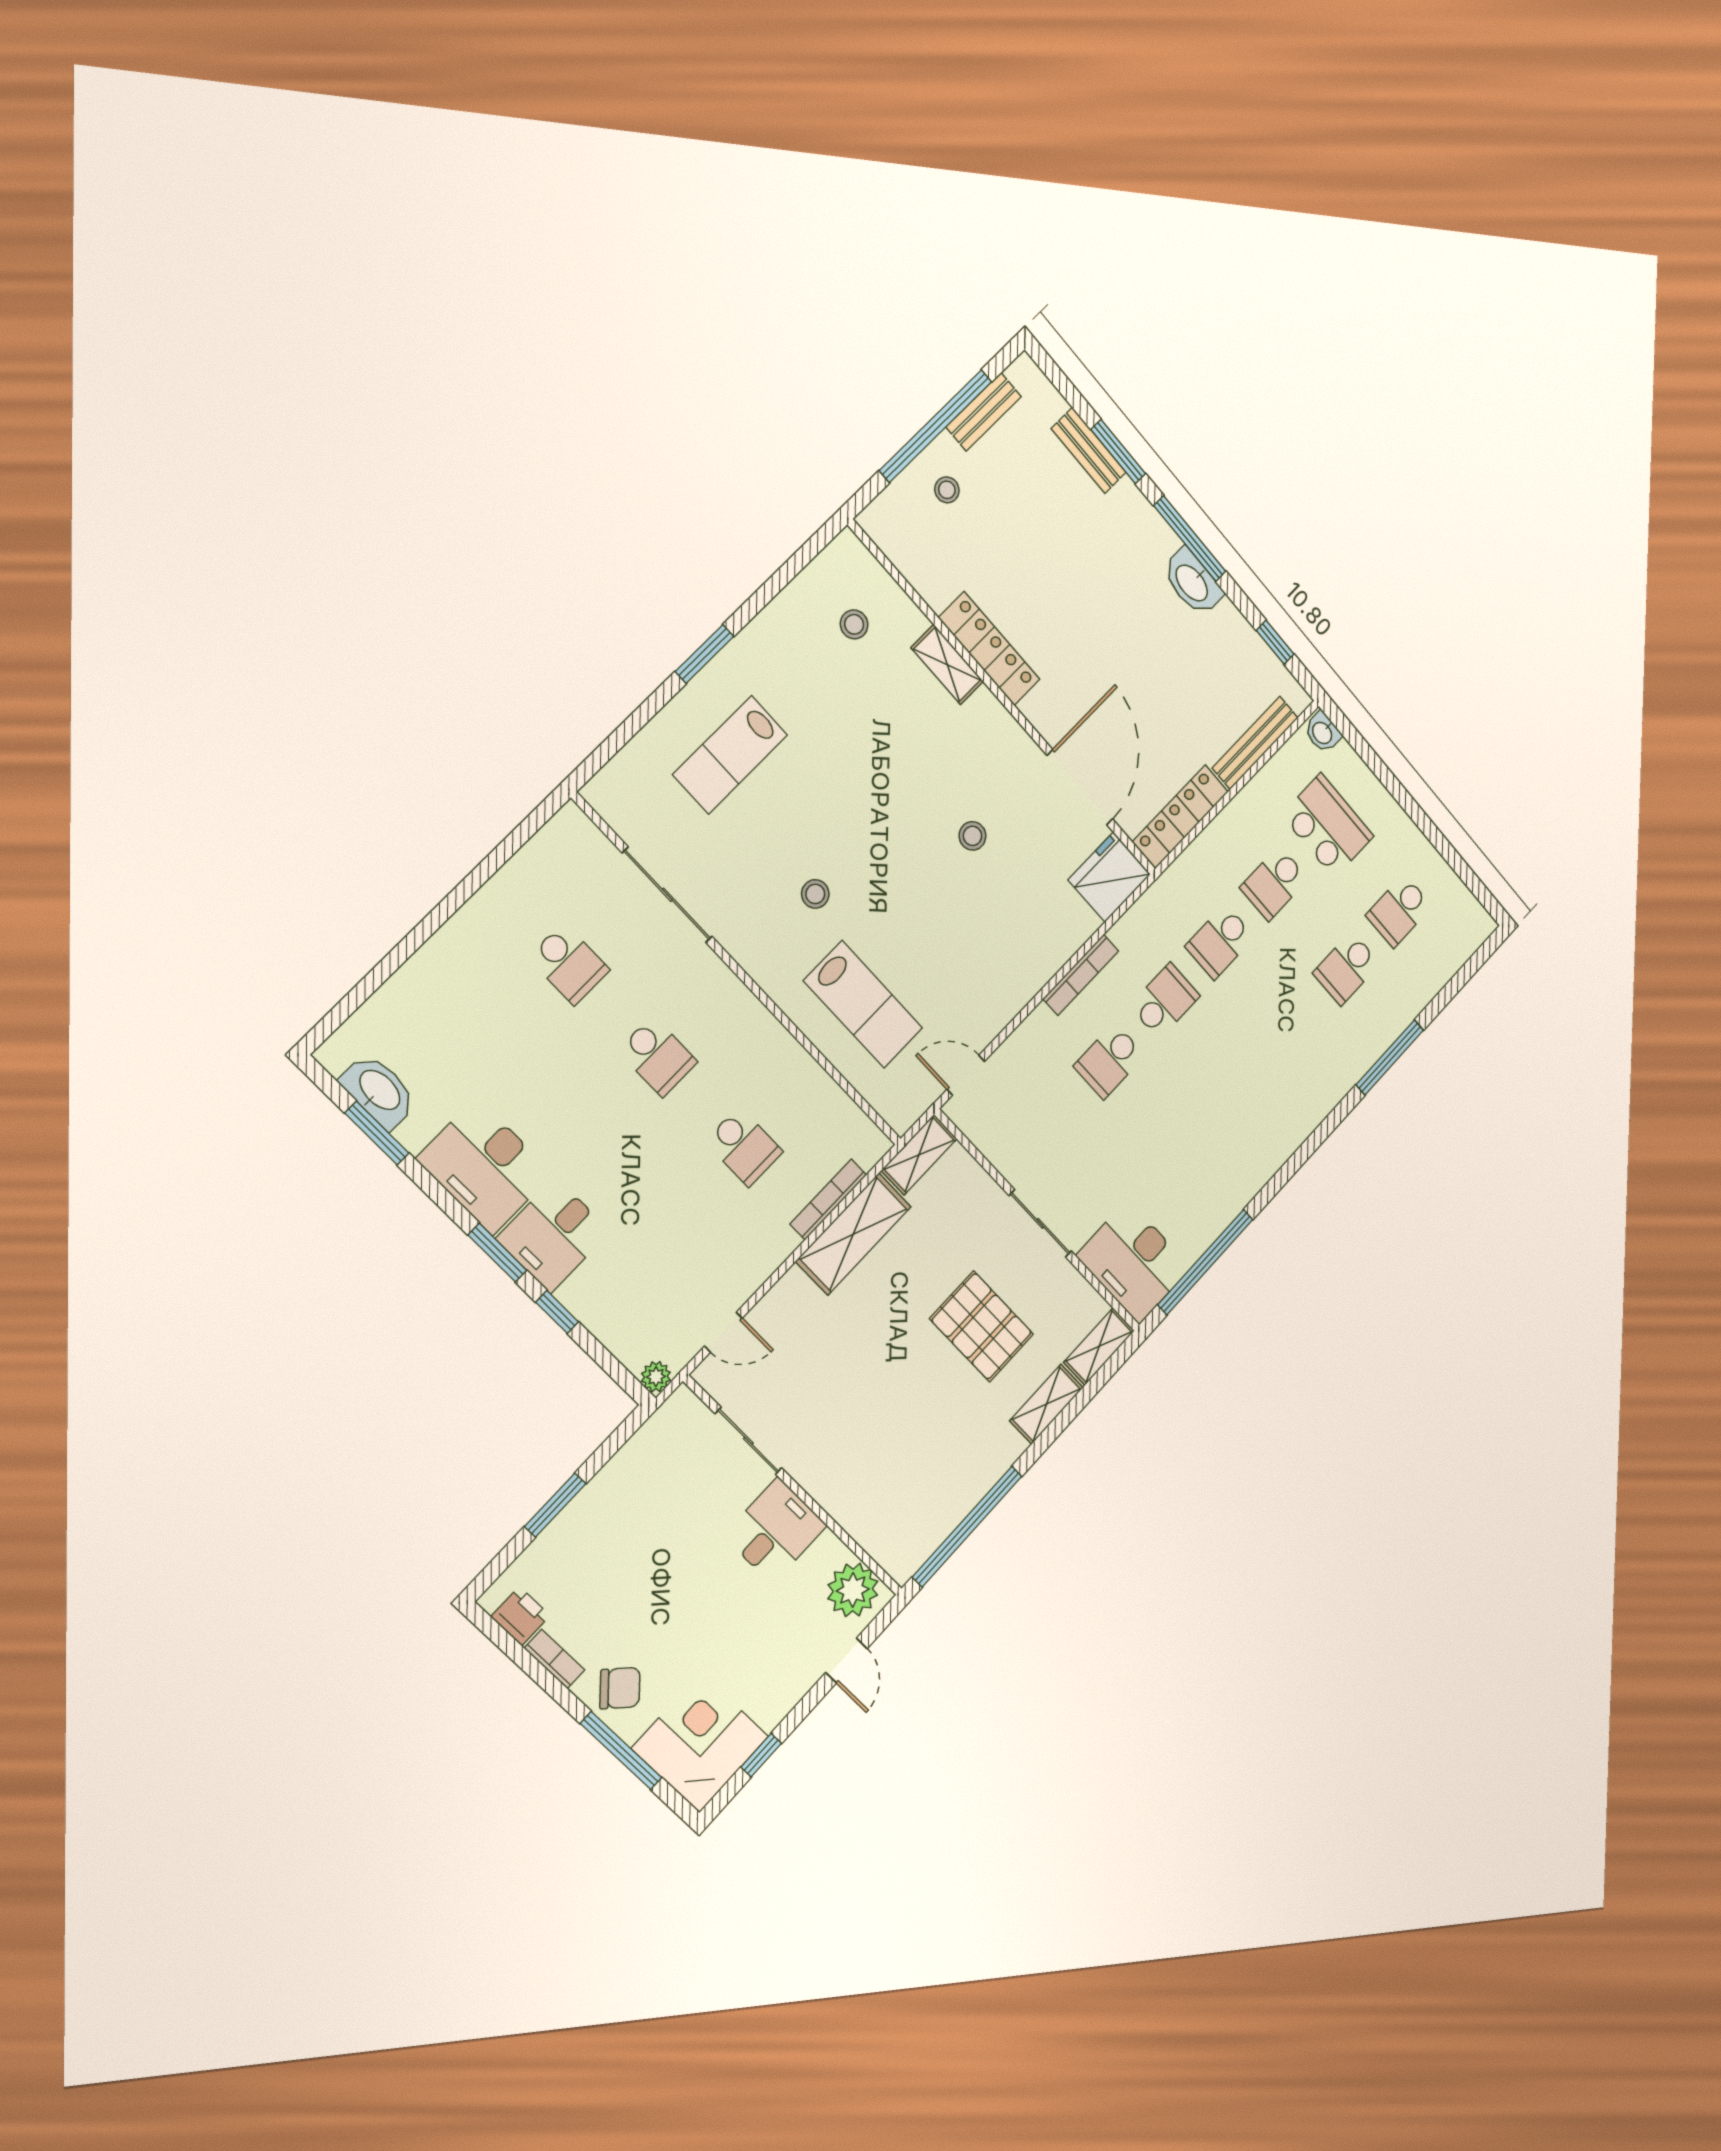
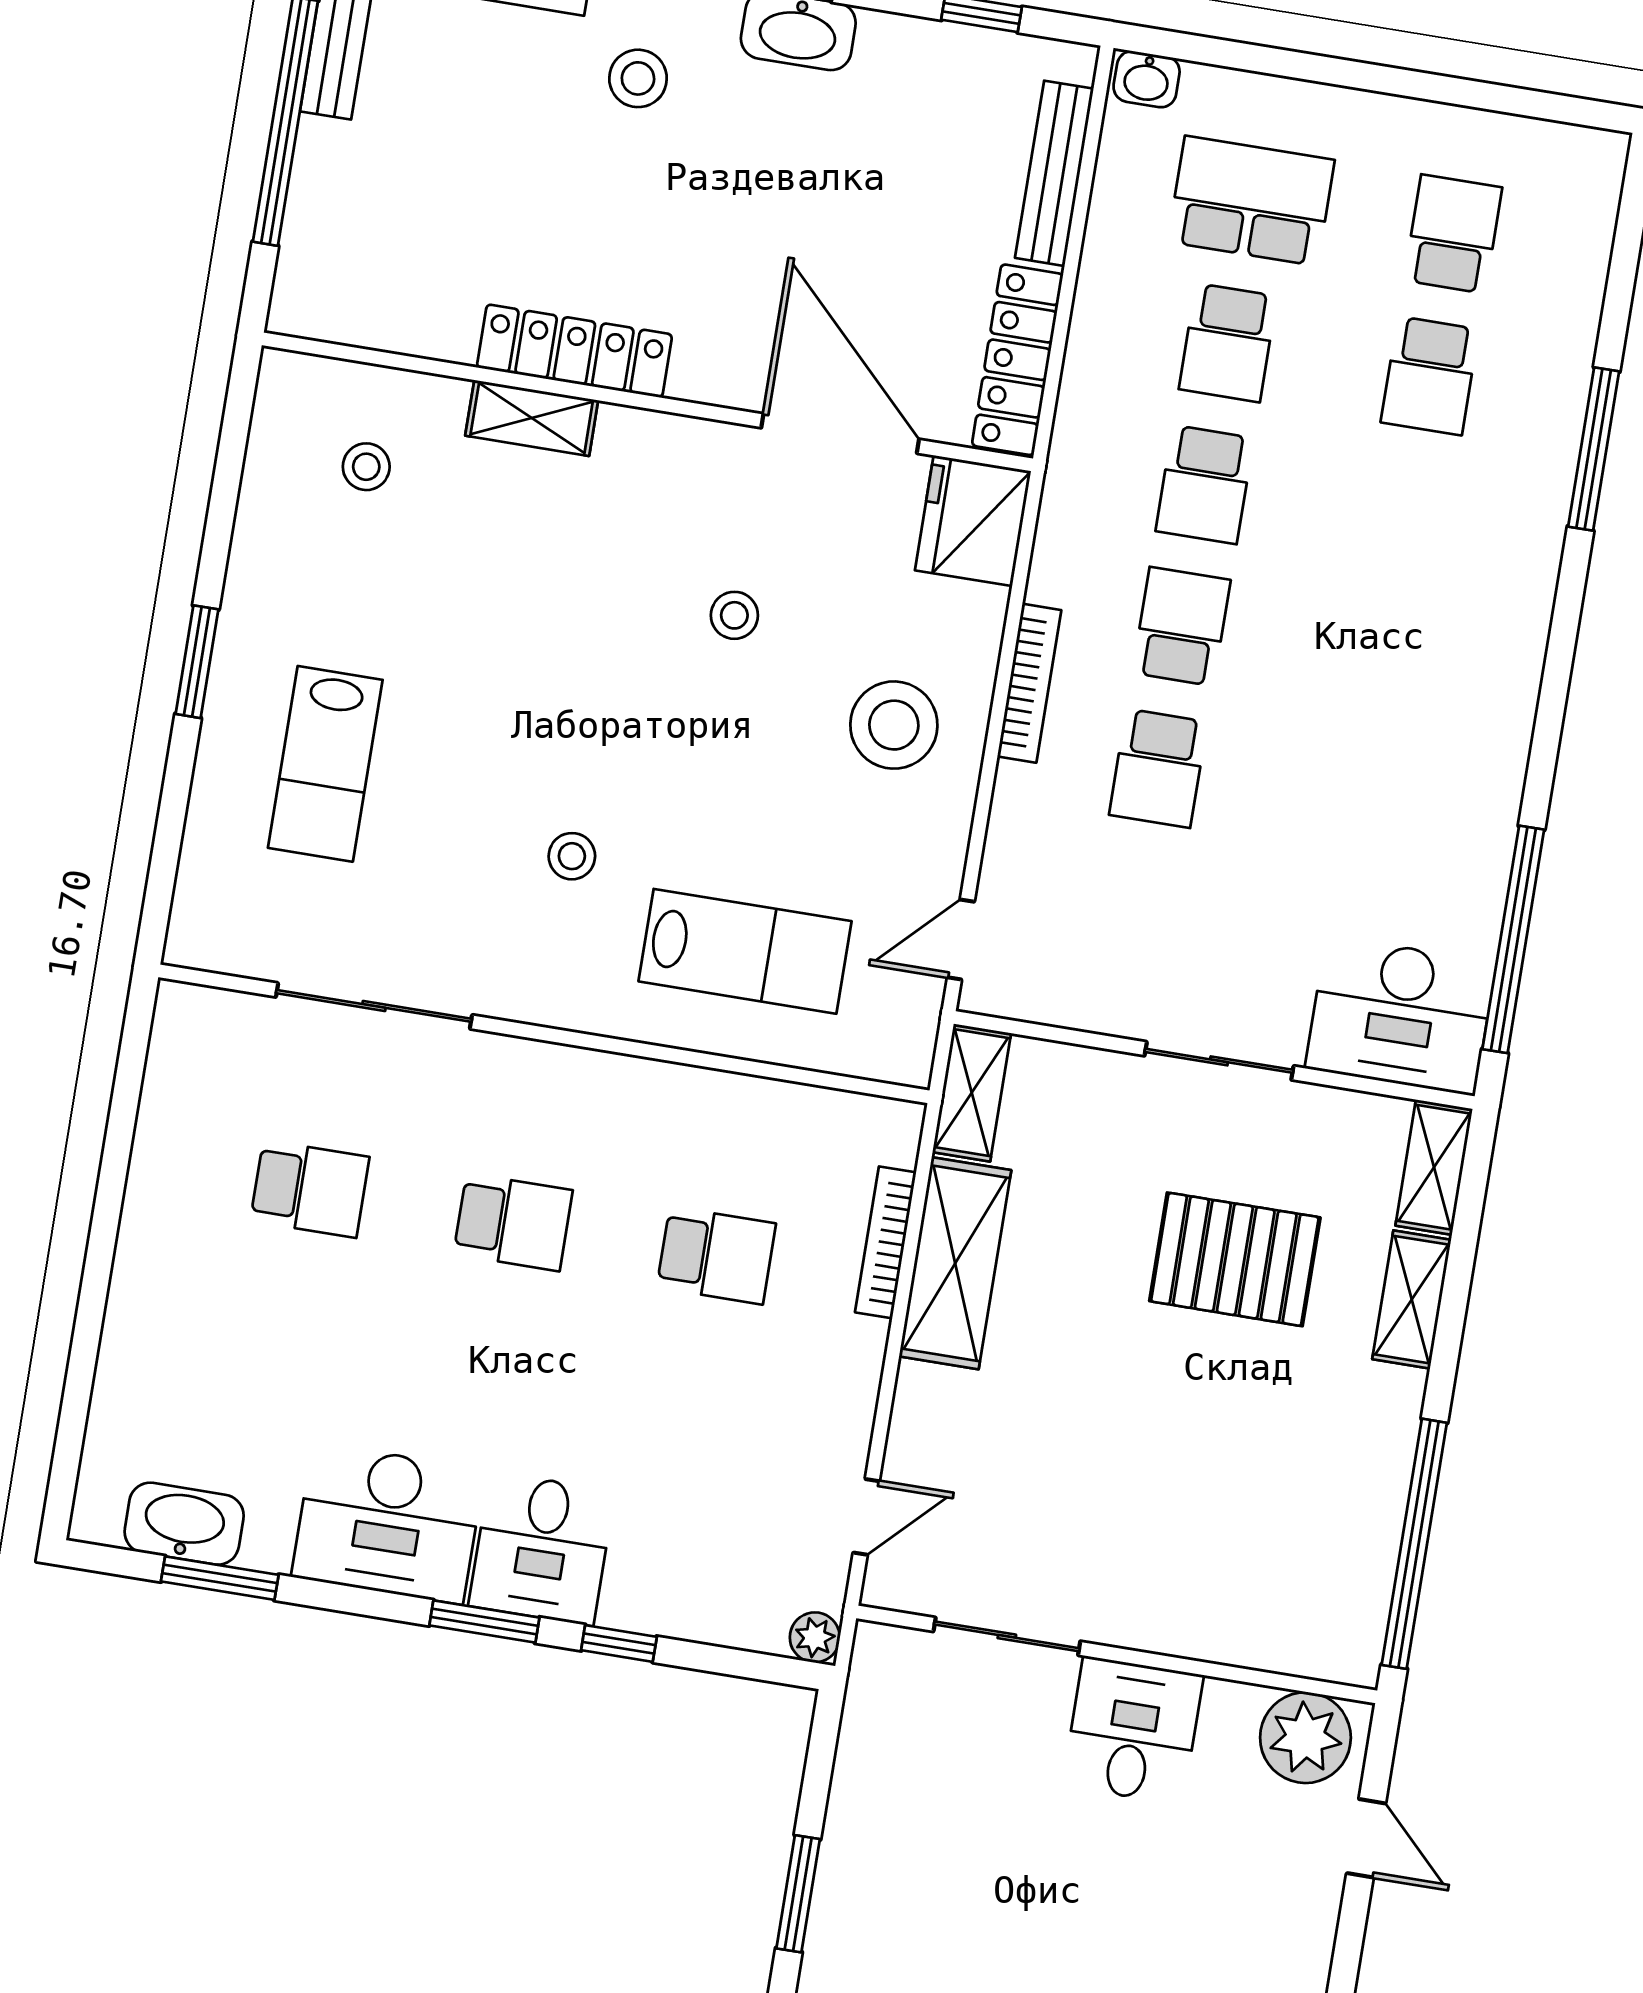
stool: (947, 490) -> (638, 78), moved, width x1.37, depth x1.37
school desk: (1399, 911) -> (1453, 234), turned 180
stool: (1007, 947) -> (894, 725), added

